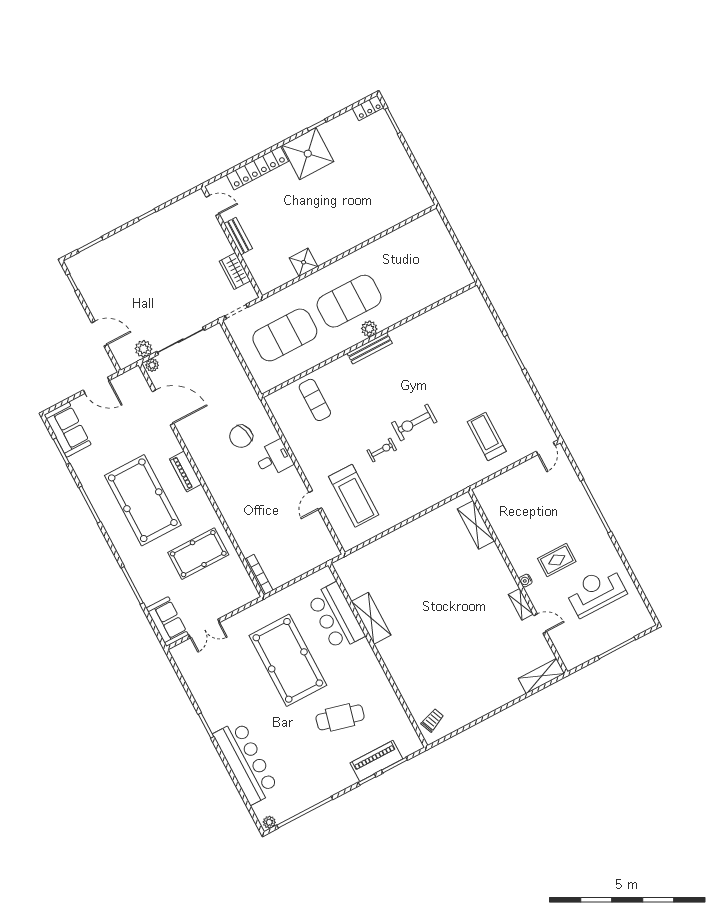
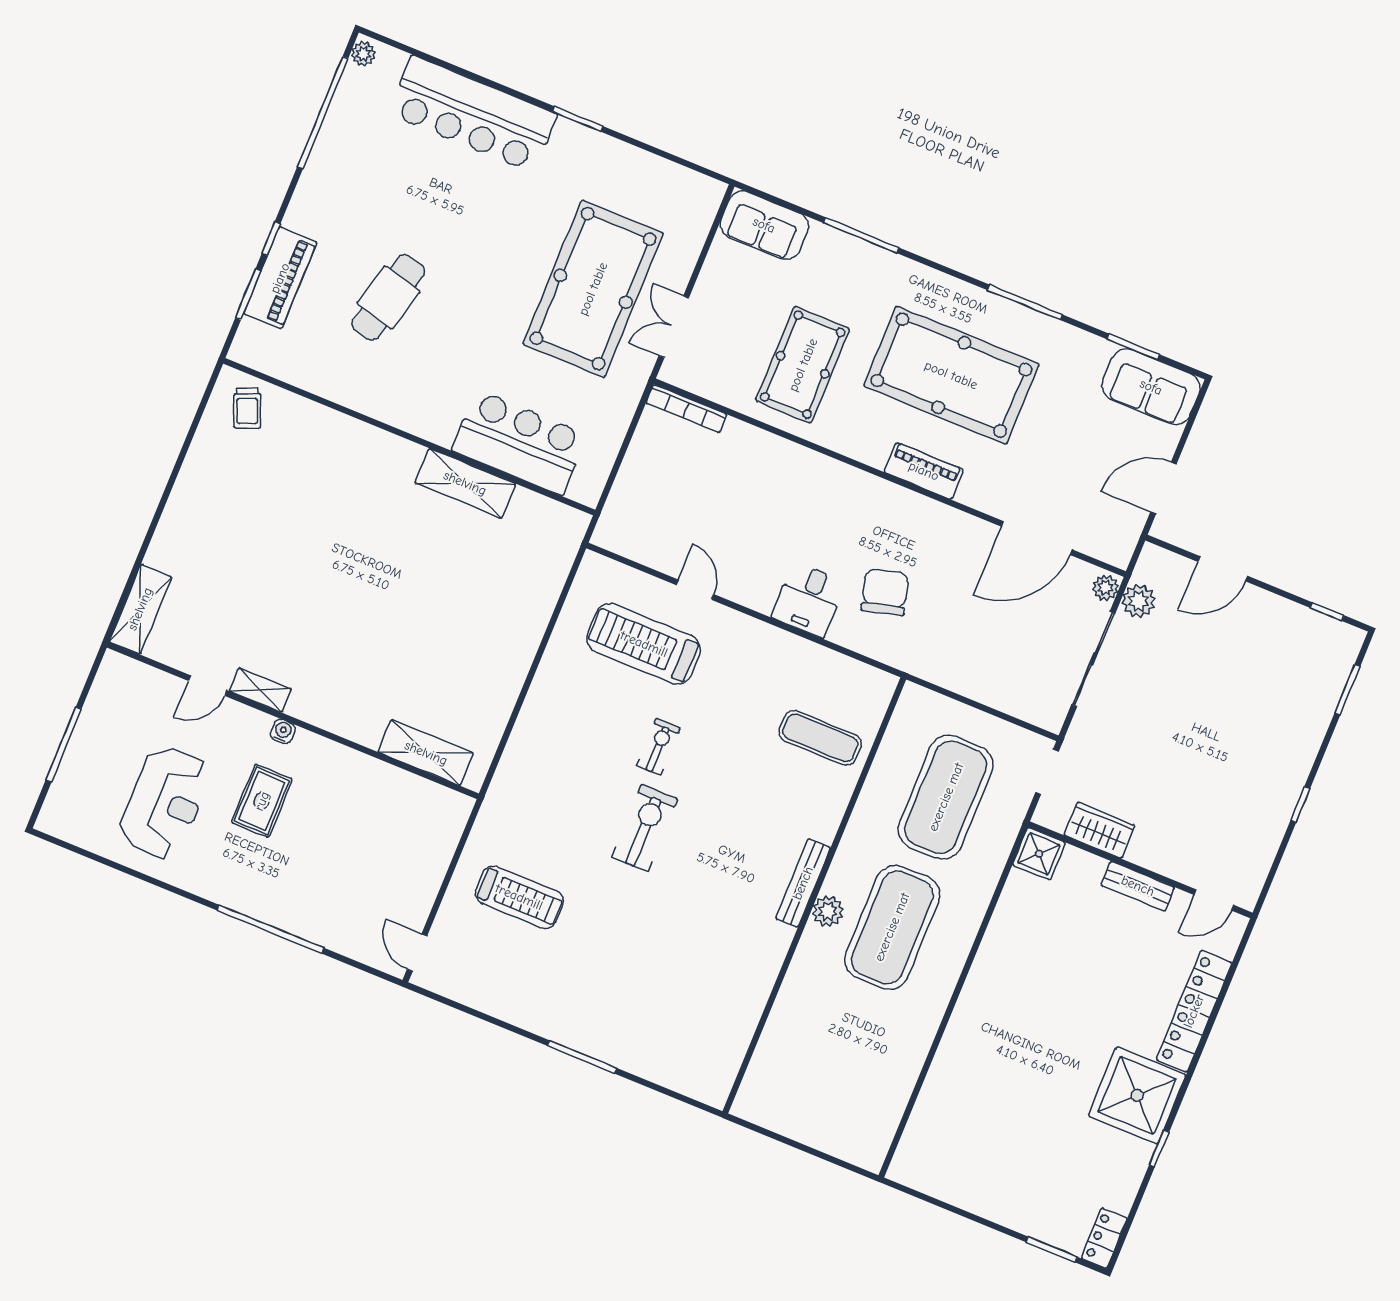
shower: (304, 262) -> (1039, 854), moved
exercise bike: (382, 450) -> (658, 747), turned 180
double door: (204, 628) -> (674, 327), moved
pool table: (288, 660) -> (593, 289), moved, turned 90

